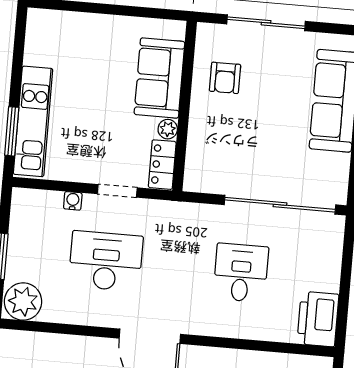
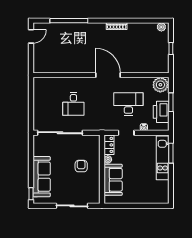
armchair: (225, 78) -> (81, 166), moved
desk: (106, 261) -> (128, 104), turned 180
printer: (318, 319) -> (161, 112), moved, turned 180

